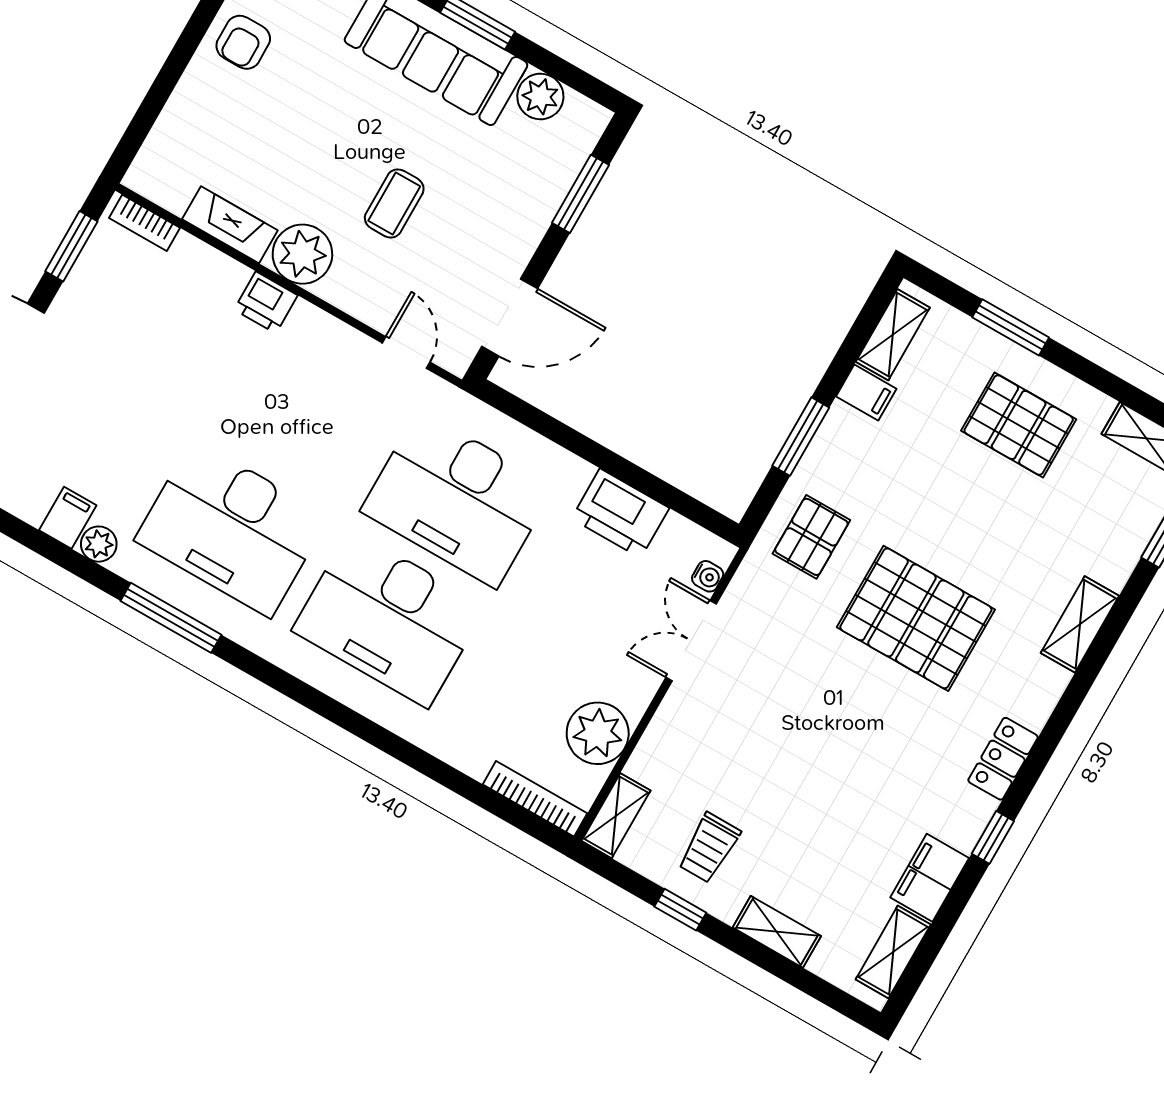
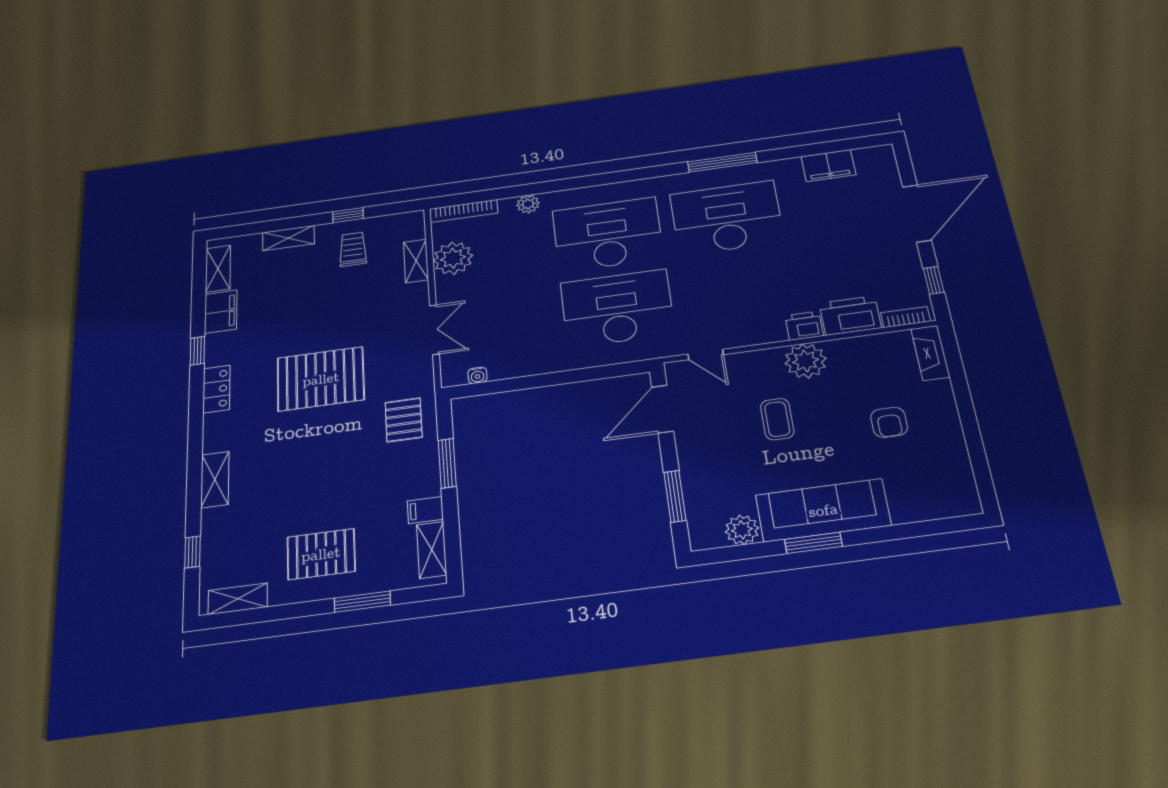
armchair: (243, 42) -> (889, 422), moved, turned 180
fireplace: (230, 225) -> (930, 353), moved, turned 90
window: (71, 246) -> (934, 280), width x0.67
printer: (620, 513) -> (850, 315), moved
filing cabinet: (68, 518) -> (828, 166), width x2.00
plant: (99, 544) -> (528, 204), moved
water cooler: (708, 576) -> (477, 375), moved, turned -90
pallet: (916, 618) -> (321, 379), moved
shelving: (616, 816) -> (416, 261), moved

